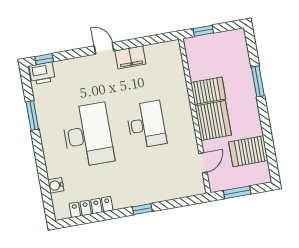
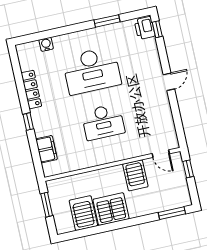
filing cabinet: (130, 57) -> (47, 149), moved, turned 180
window: (258, 81) -> (172, 213), moved
server rack: (213, 121) -> (111, 209), moved, turned 180
door: (203, 163) -> (161, 154), moved
locker: (91, 207) -> (31, 90), moved

